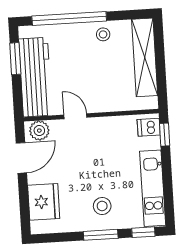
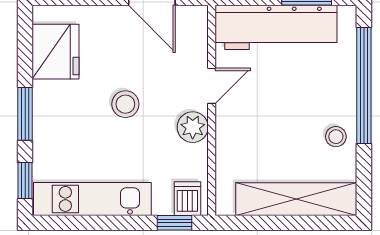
plant: (39, 131) -> (193, 127), moved
fridge: (44, 202) -> (55, 52), moved, turned -90
stool: (102, 206) -> (125, 104), moved

